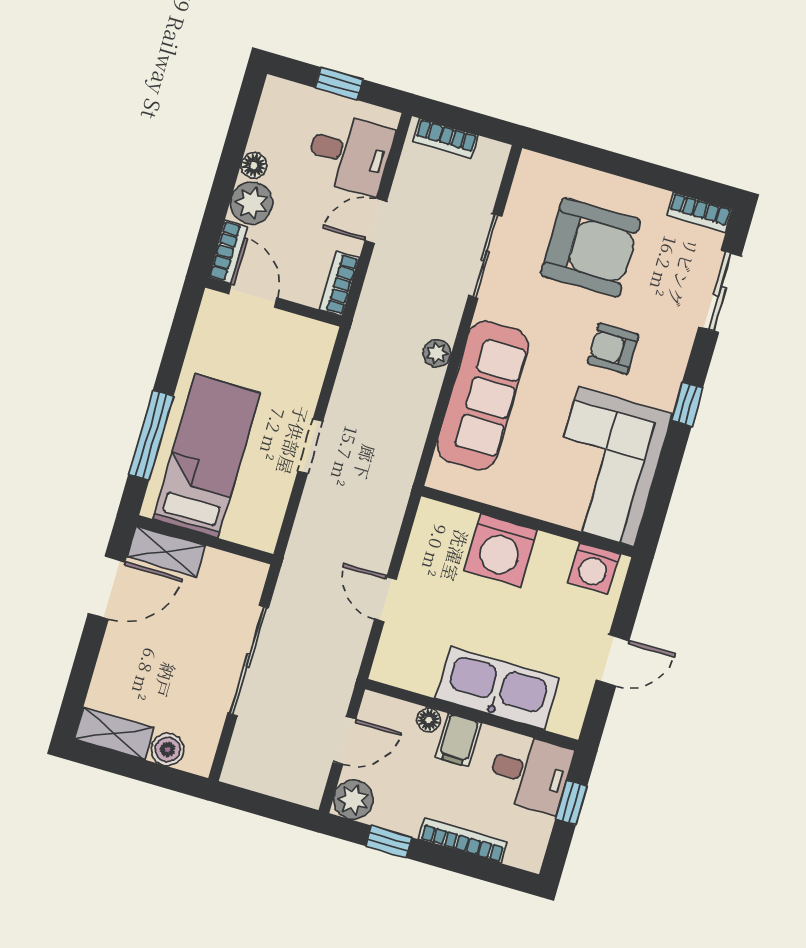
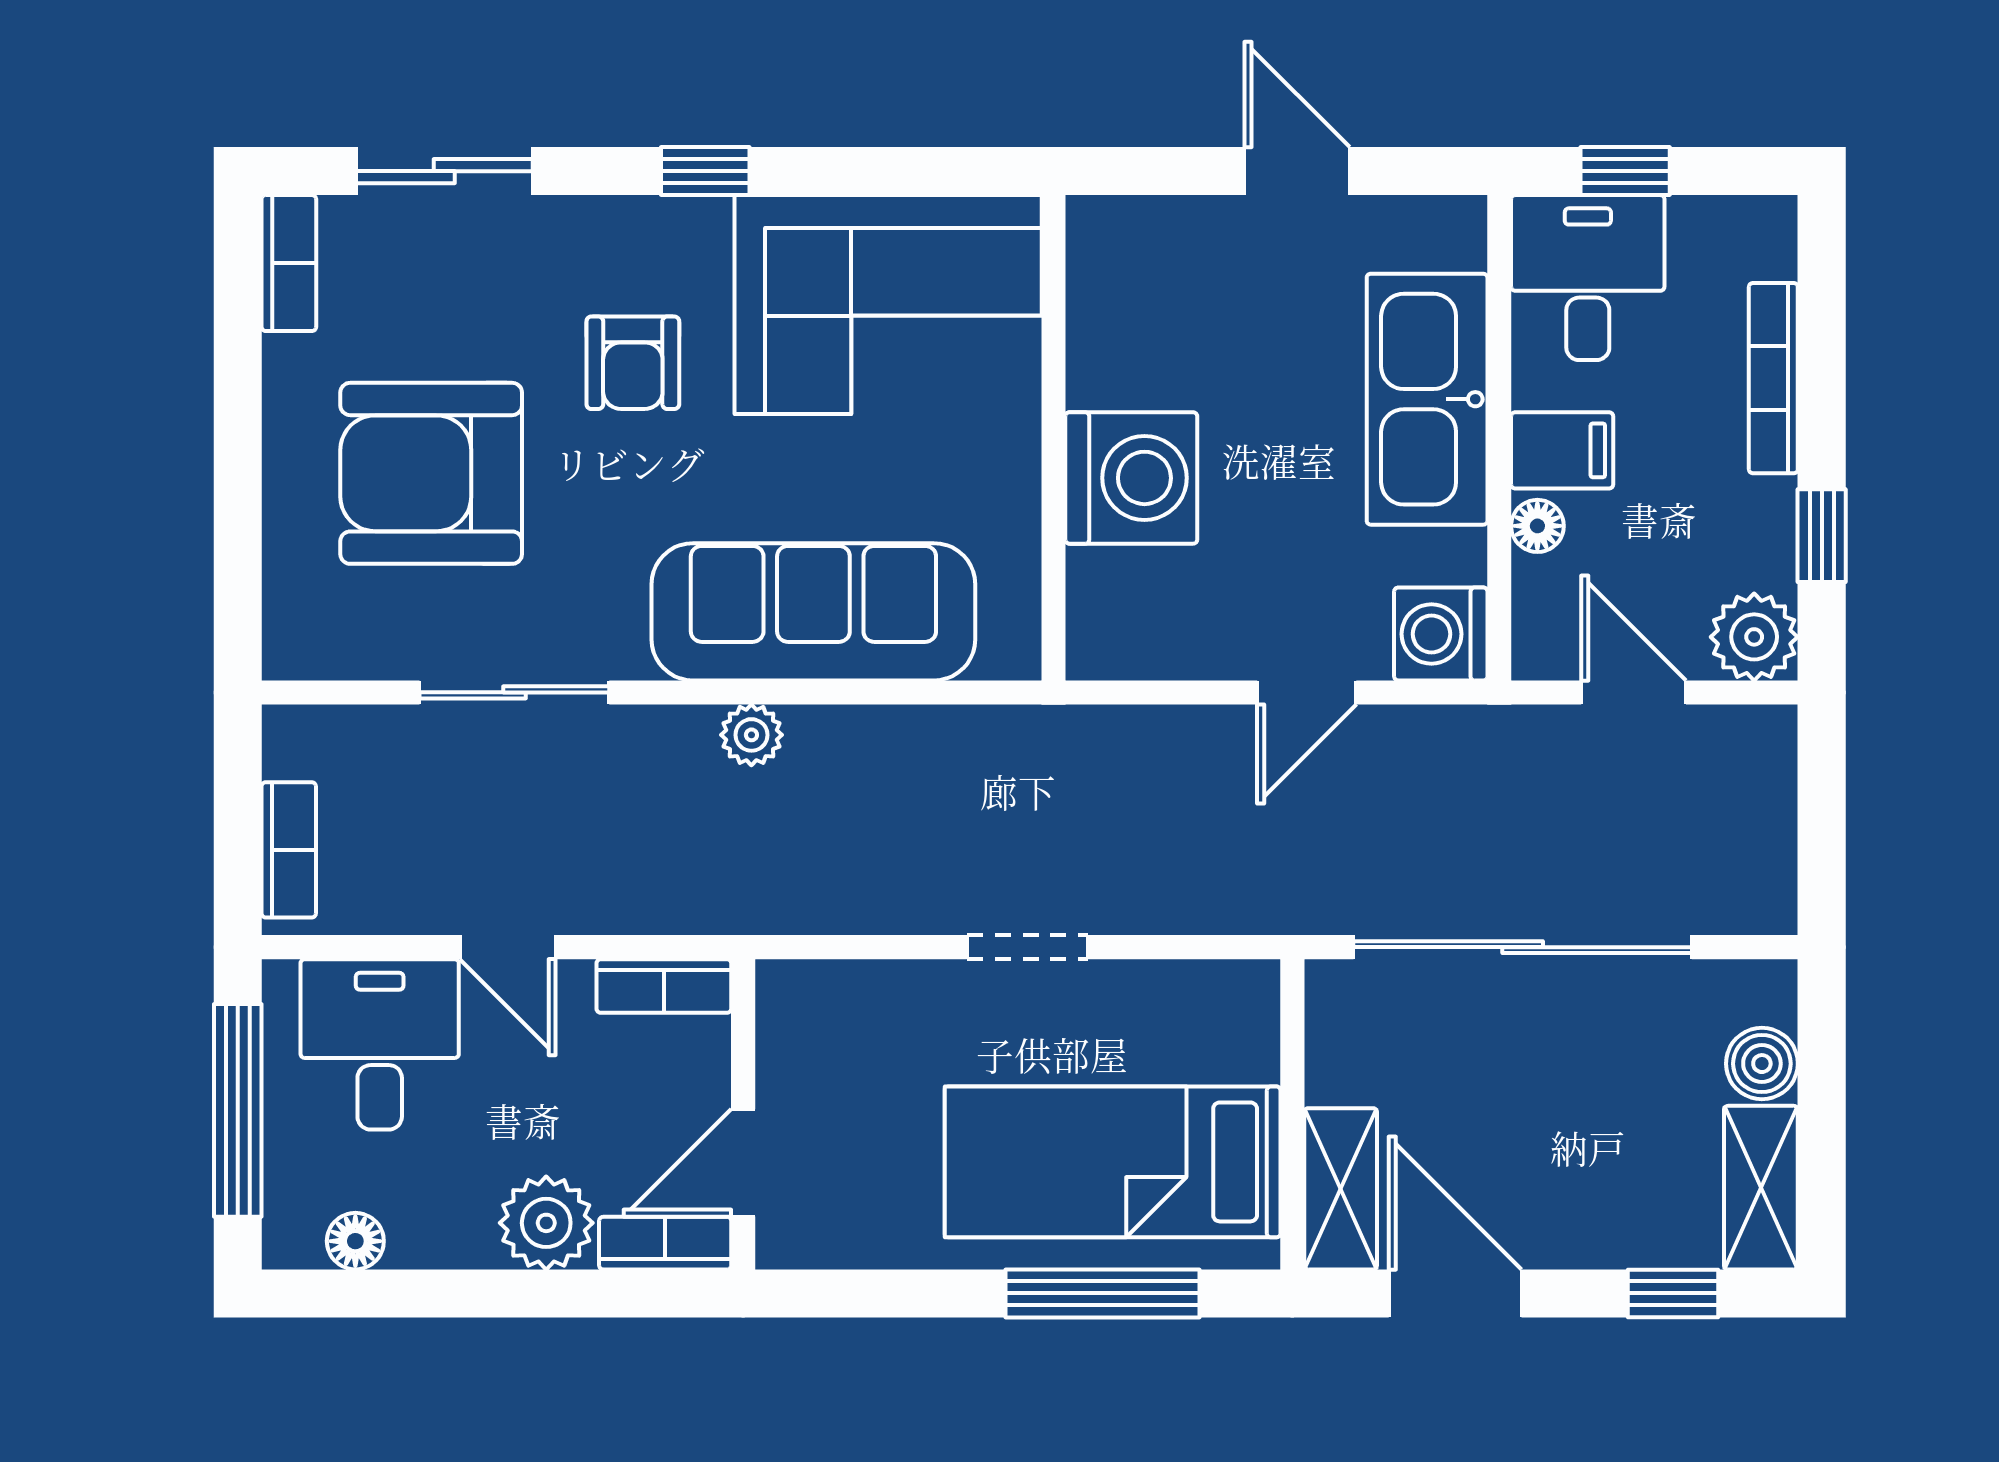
window: (339, 84) -> (238, 1110), width x2.17
floor lamp: (254, 166) -> (355, 1241), moved
armchair: (591, 247) -> (431, 473), turned -90
washing machine: (593, 568) -> (1441, 634), moved, turned 180
sliding door: (248, 661) -> (1523, 947), width x1.36
window: (79, 682) -> (1673, 1293), added

